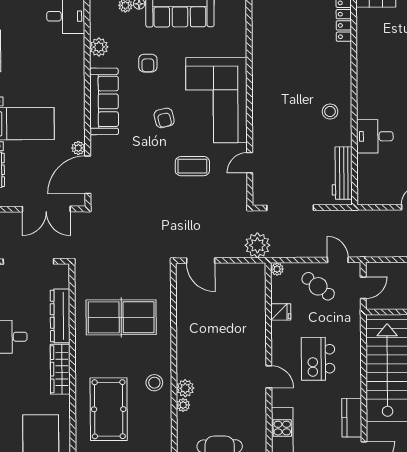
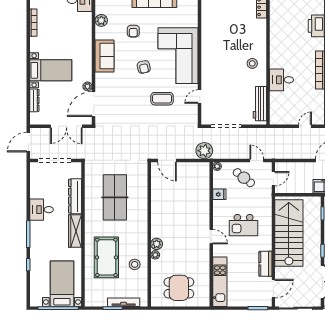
sofa: (104, 101) -> (104, 56), width x0.73
table tennis table: (121, 317) -> (115, 197), turned 90
kitchen island: (318, 359) -> (244, 225), turned -90
stool: (154, 383) -> (135, 264), moved

